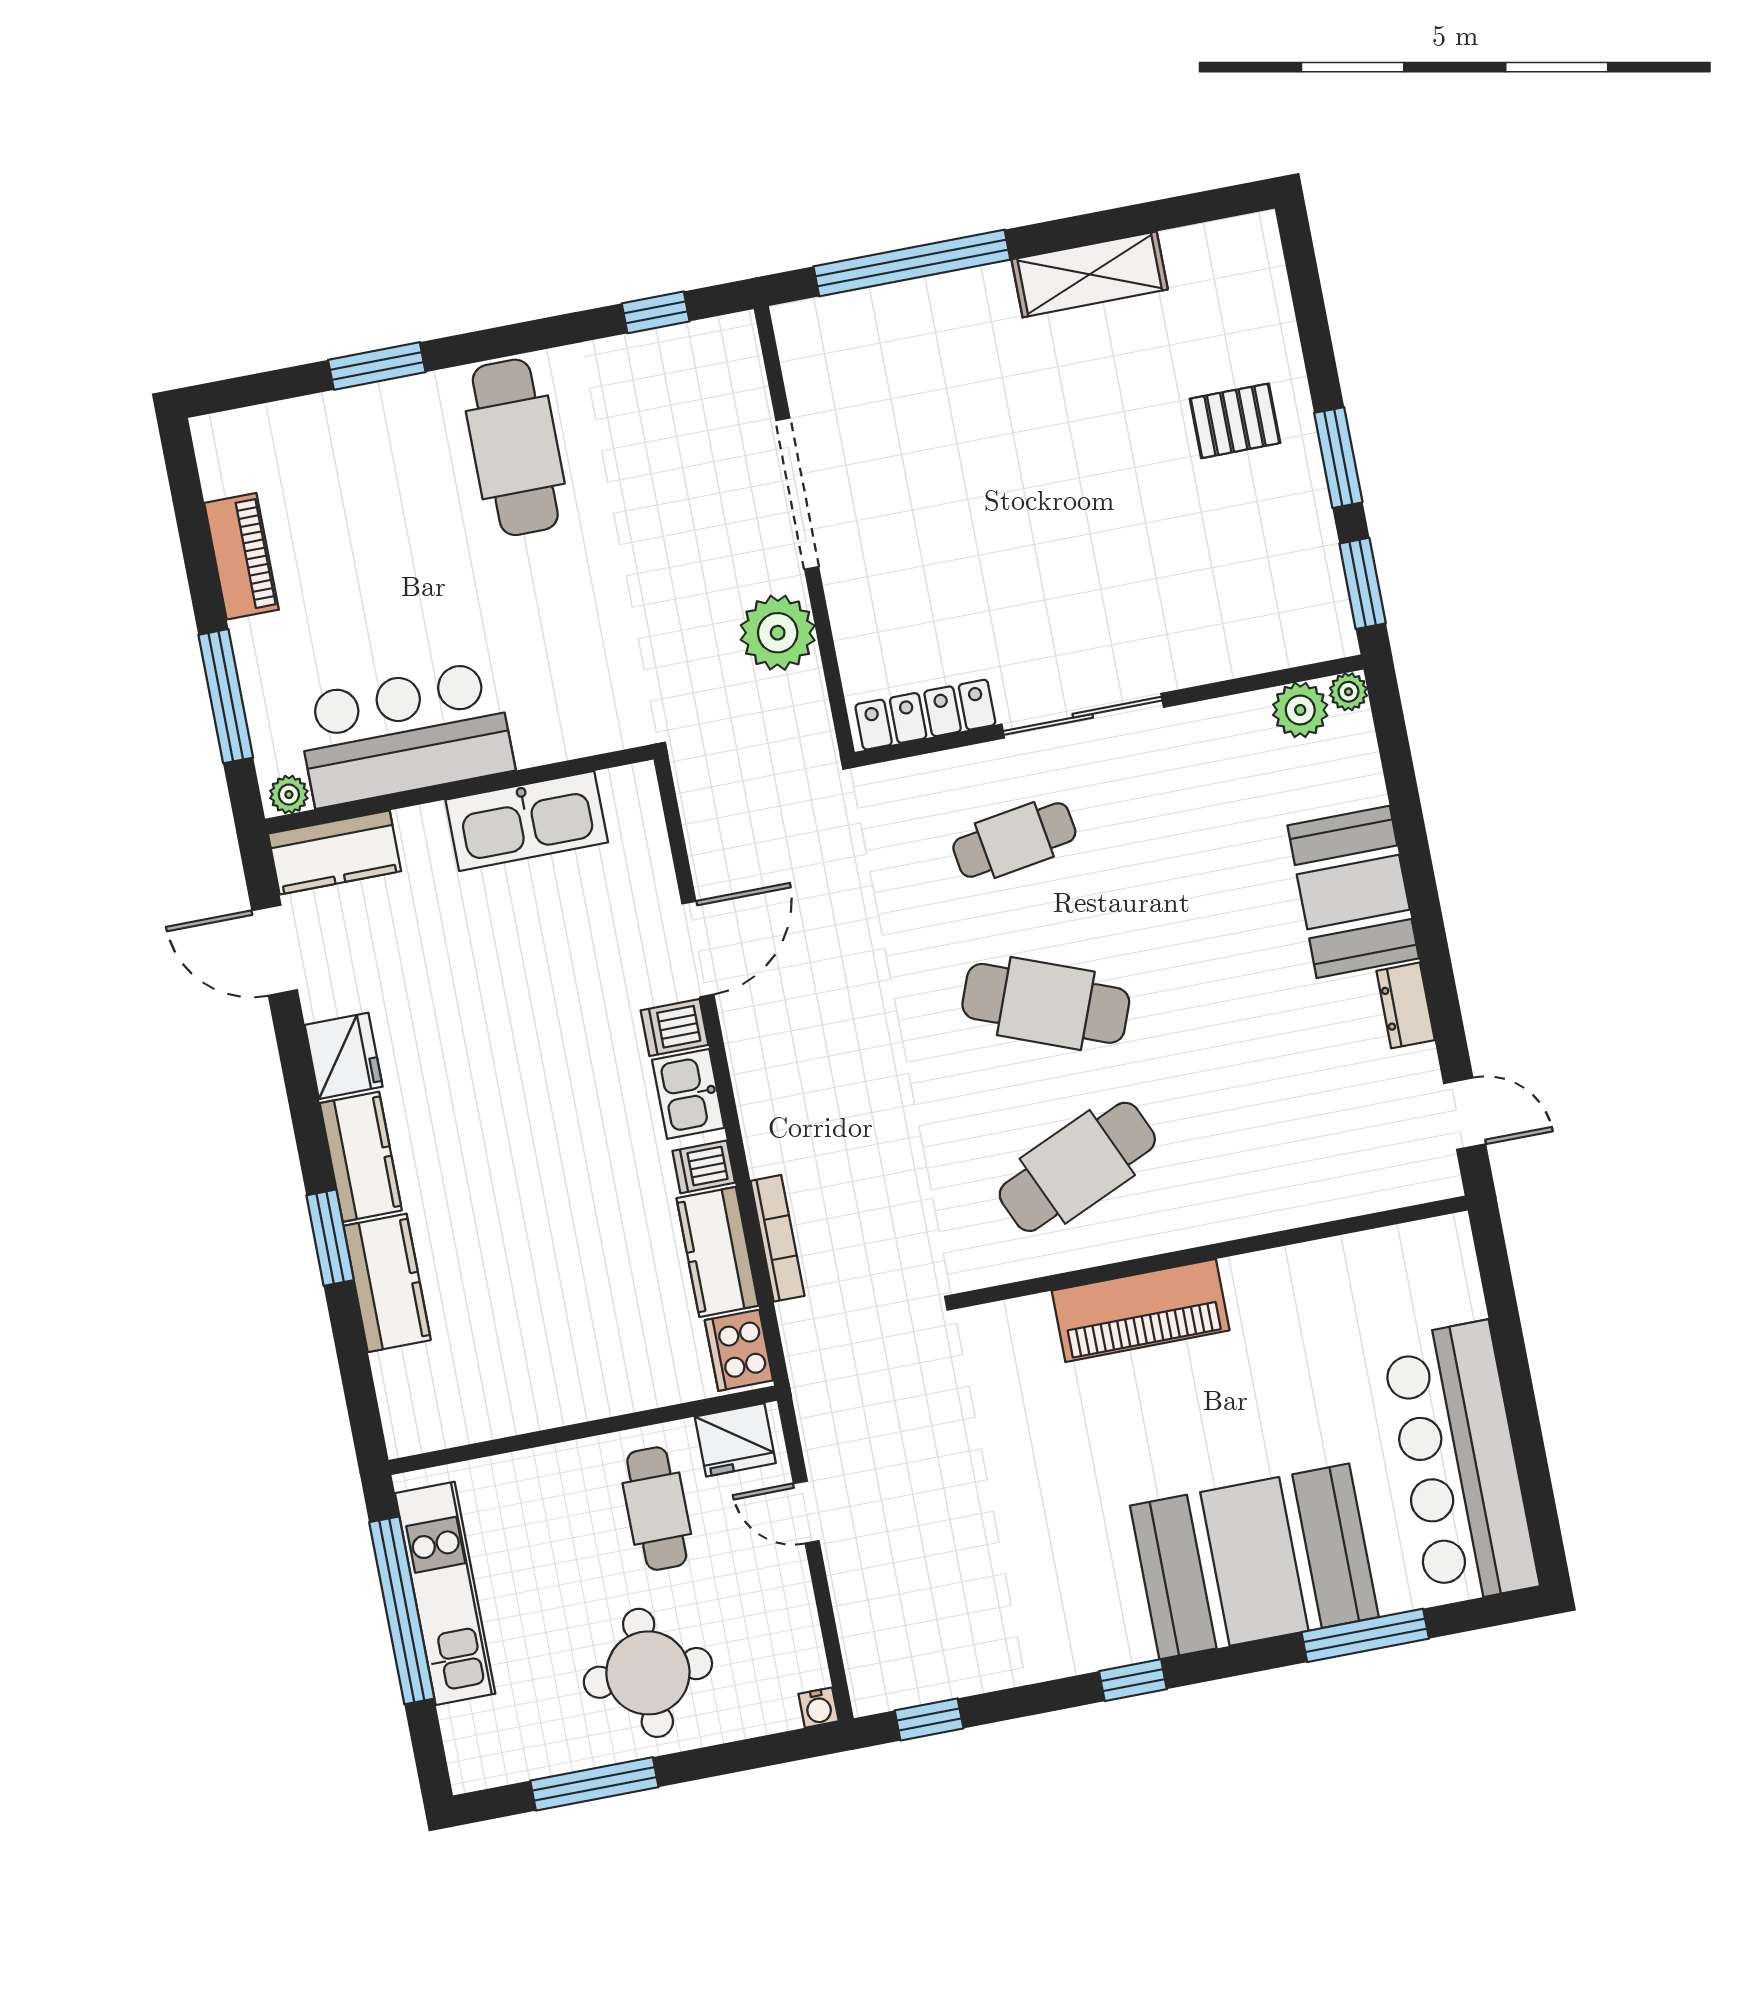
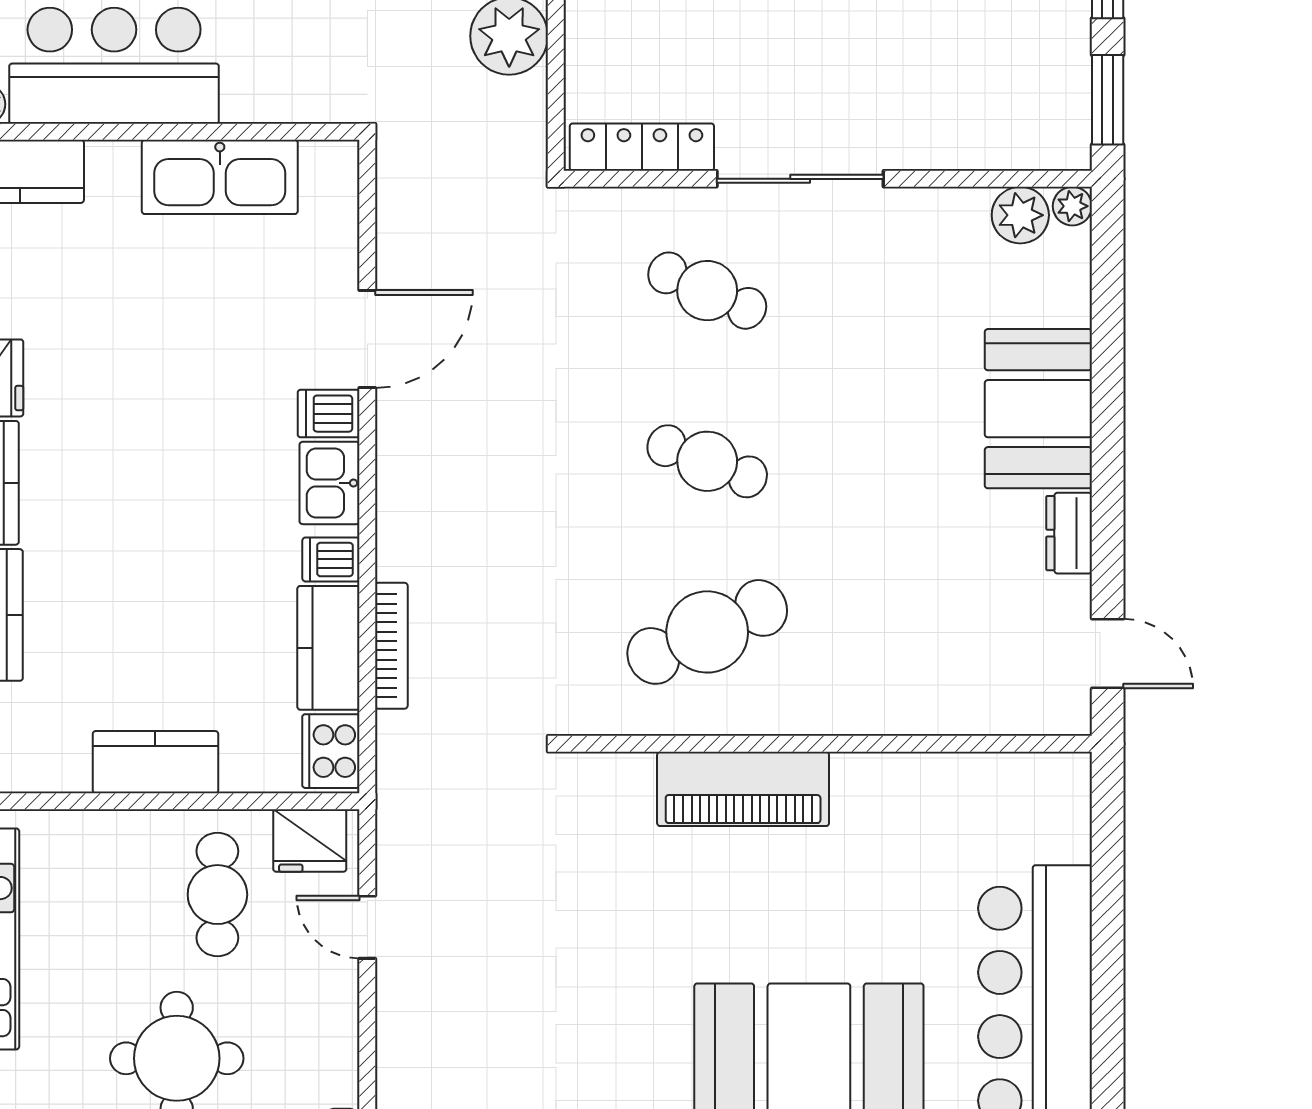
cafe table: (1014, 840) -> (707, 291), turned 33
cafe table: (1046, 1003) -> (707, 461), width x0.73, depth x0.74
kitchen counter: (573, 1393) -> (155, 762), added

